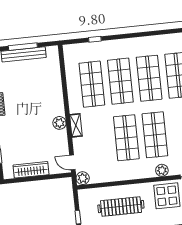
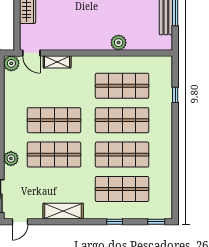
plant: (59, 123) -> (119, 43), moved
shelving: (76, 125) -> (57, 62), moved
door: (72, 162) -> (31, 53), swing flipped

